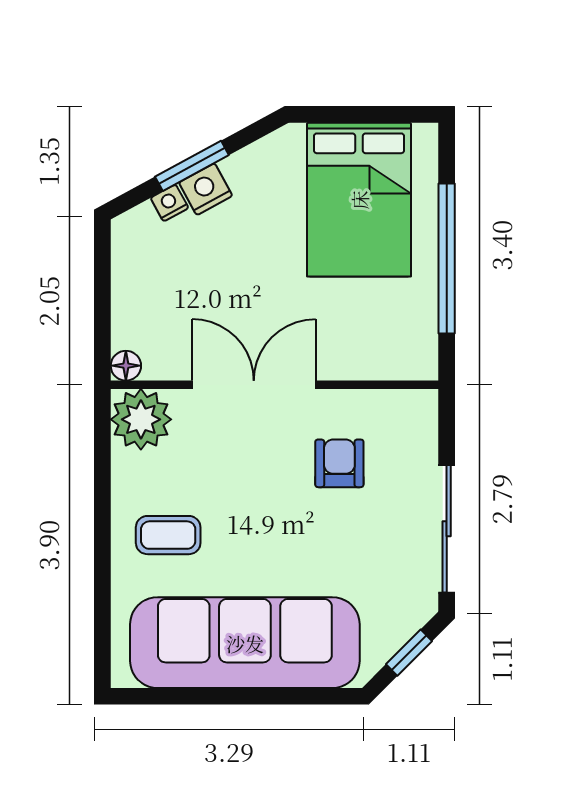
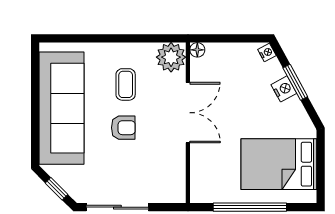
nightstand: (170, 203) -> (267, 52), moved
armchair: (339, 463) -> (123, 128), moved
coffee table: (168, 535) -> (126, 84), moved

